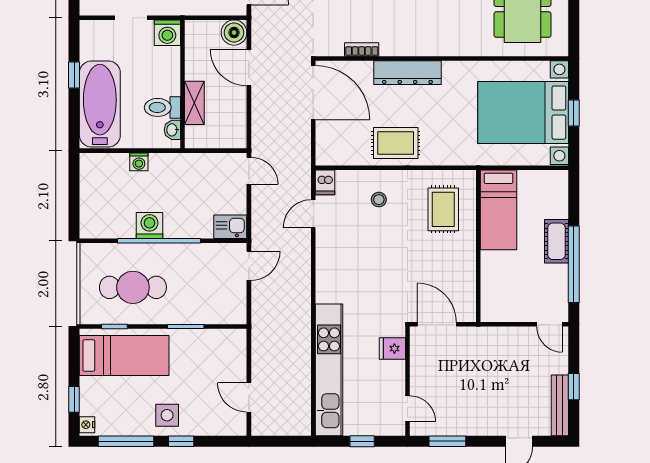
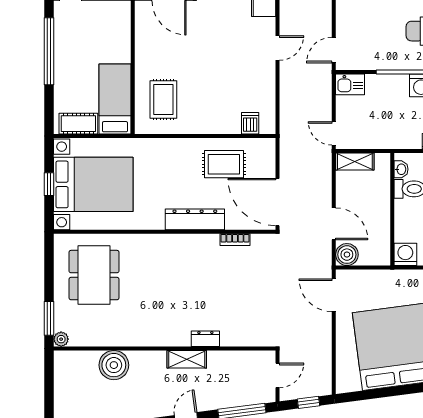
shelving: (194, 103) -> (355, 161), moved, turned 90
rug: (396, 143) -> (224, 164), moved
dishwasher: (325, 182) -> (250, 123), moved
stool: (379, 200) -> (220, 108), removed
door: (313, 214) -> (277, 48), moved
cot: (556, 241) -> (78, 124), moved, turned 90

